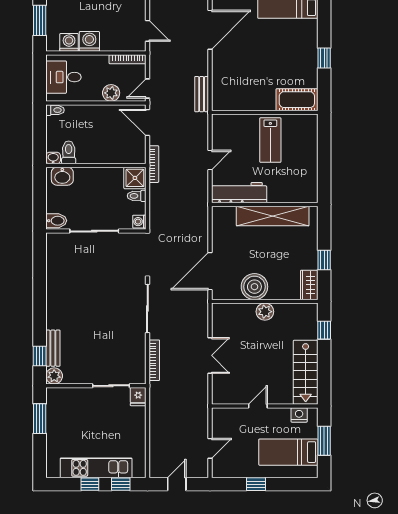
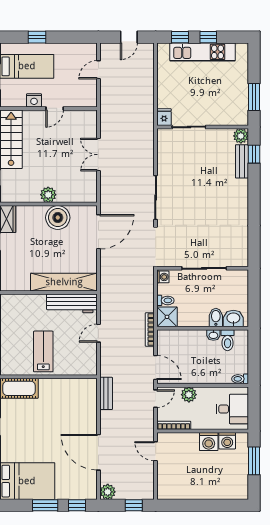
door: (210, 30) -> (98, 452), hinge flipped
washbasin: (53, 158) -> (213, 335), moved
shelving: (273, 216) -> (64, 282), moved
bidet: (56, 221) -> (216, 317), moved, turned 90
bookcase: (154, 360) -> (149, 150), removed
nightstand: (299, 415) -> (34, 100), moved
window: (256, 484) -> (37, 37), moved

